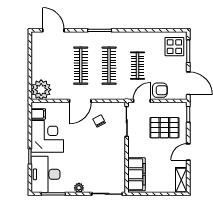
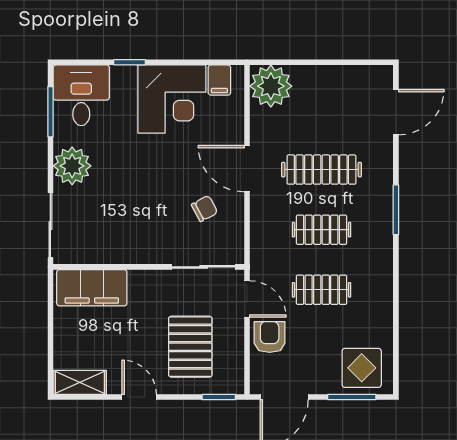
clothes rail: (109, 66) -> (321, 230), width x0.73
armchair: (160, 90) -> (270, 337), turned 180
desk: (46, 174) -> (81, 95), width x0.73
plant: (79, 188) -> (72, 166), width x1.88, depth x1.88

